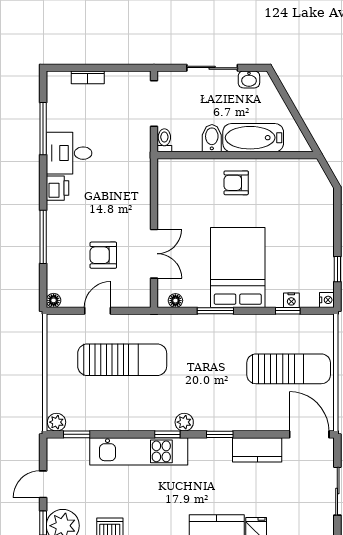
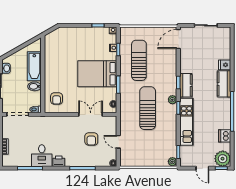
armchair: (236, 183) -> (57, 99), moved
sun lounger: (122, 360) -> (148, 108), moved
sun lounger: (289, 369) -> (139, 60), moved
kitchen counter: (257, 450) -> (186, 85), moved

